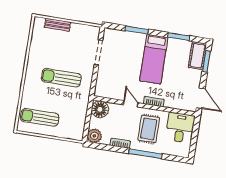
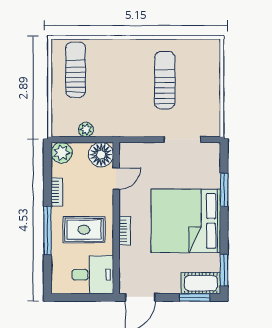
bench: (57, 25) -> (213, 74), removed
window: (179, 37) -> (224, 270), moved
bed: (154, 59) -> (186, 221), width x2.04
sun lounger: (61, 78) -> (165, 80), moved
door: (131, 104) -> (116, 179), moved
plant: (81, 117) -> (86, 130), added

